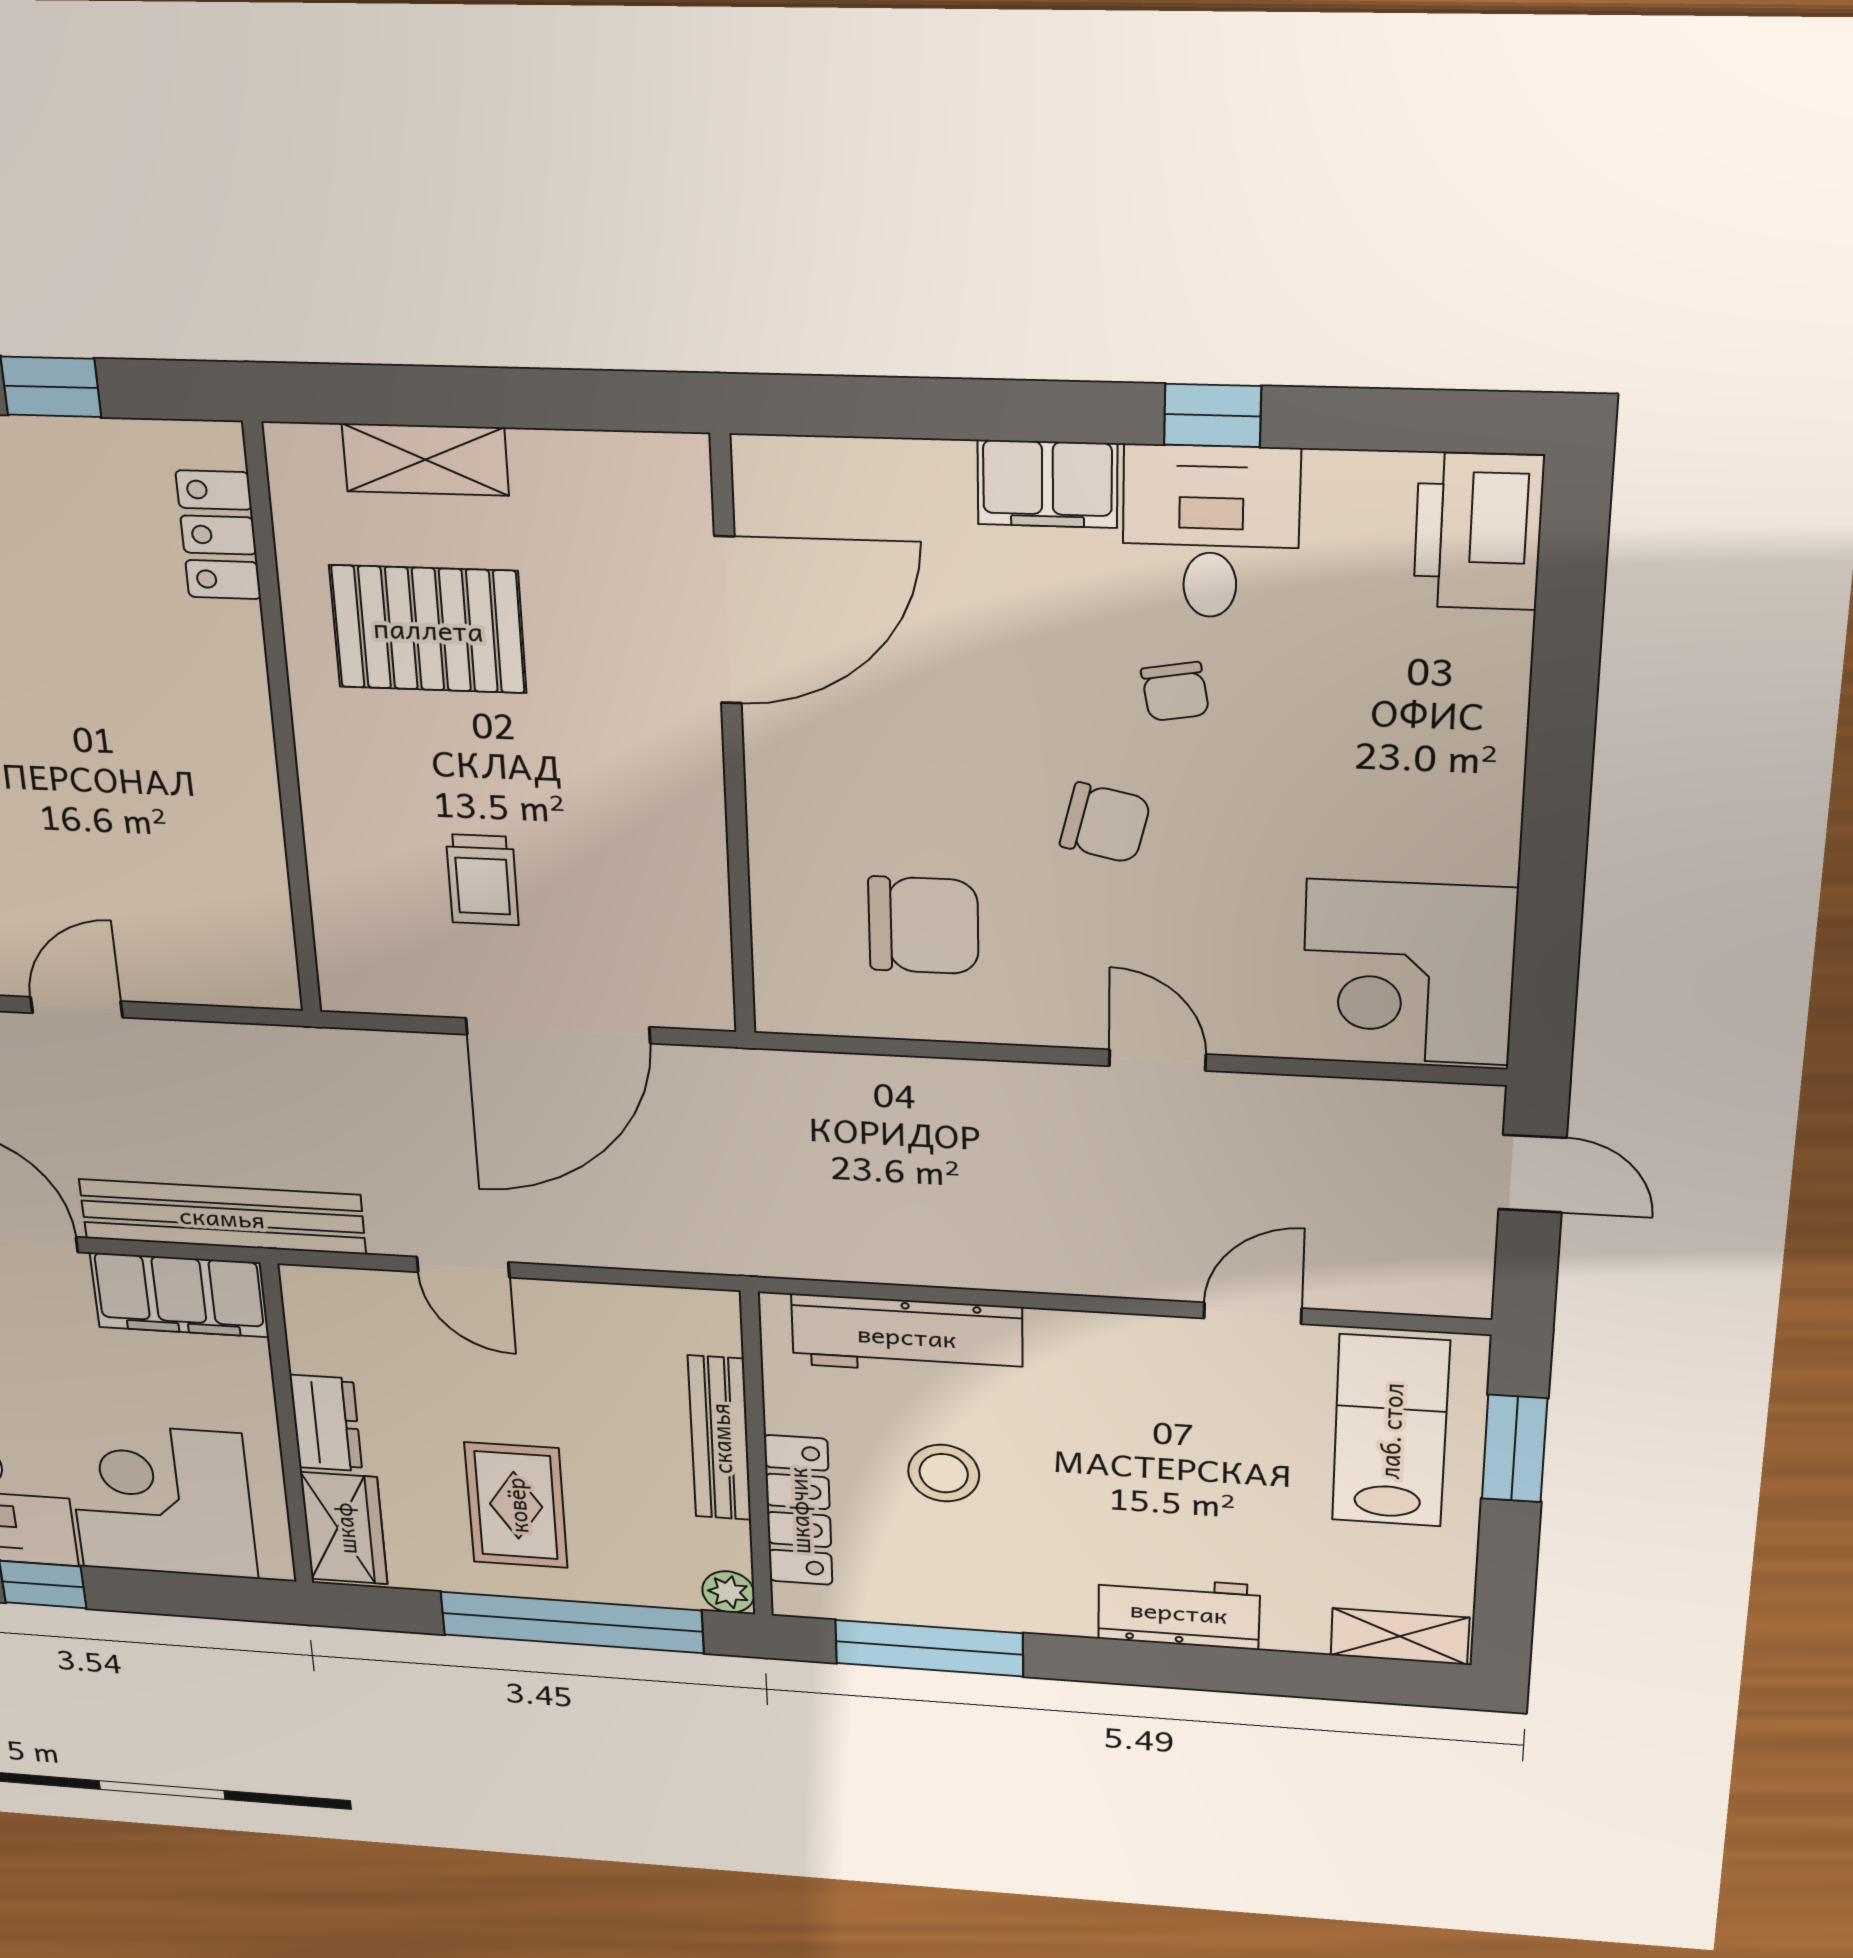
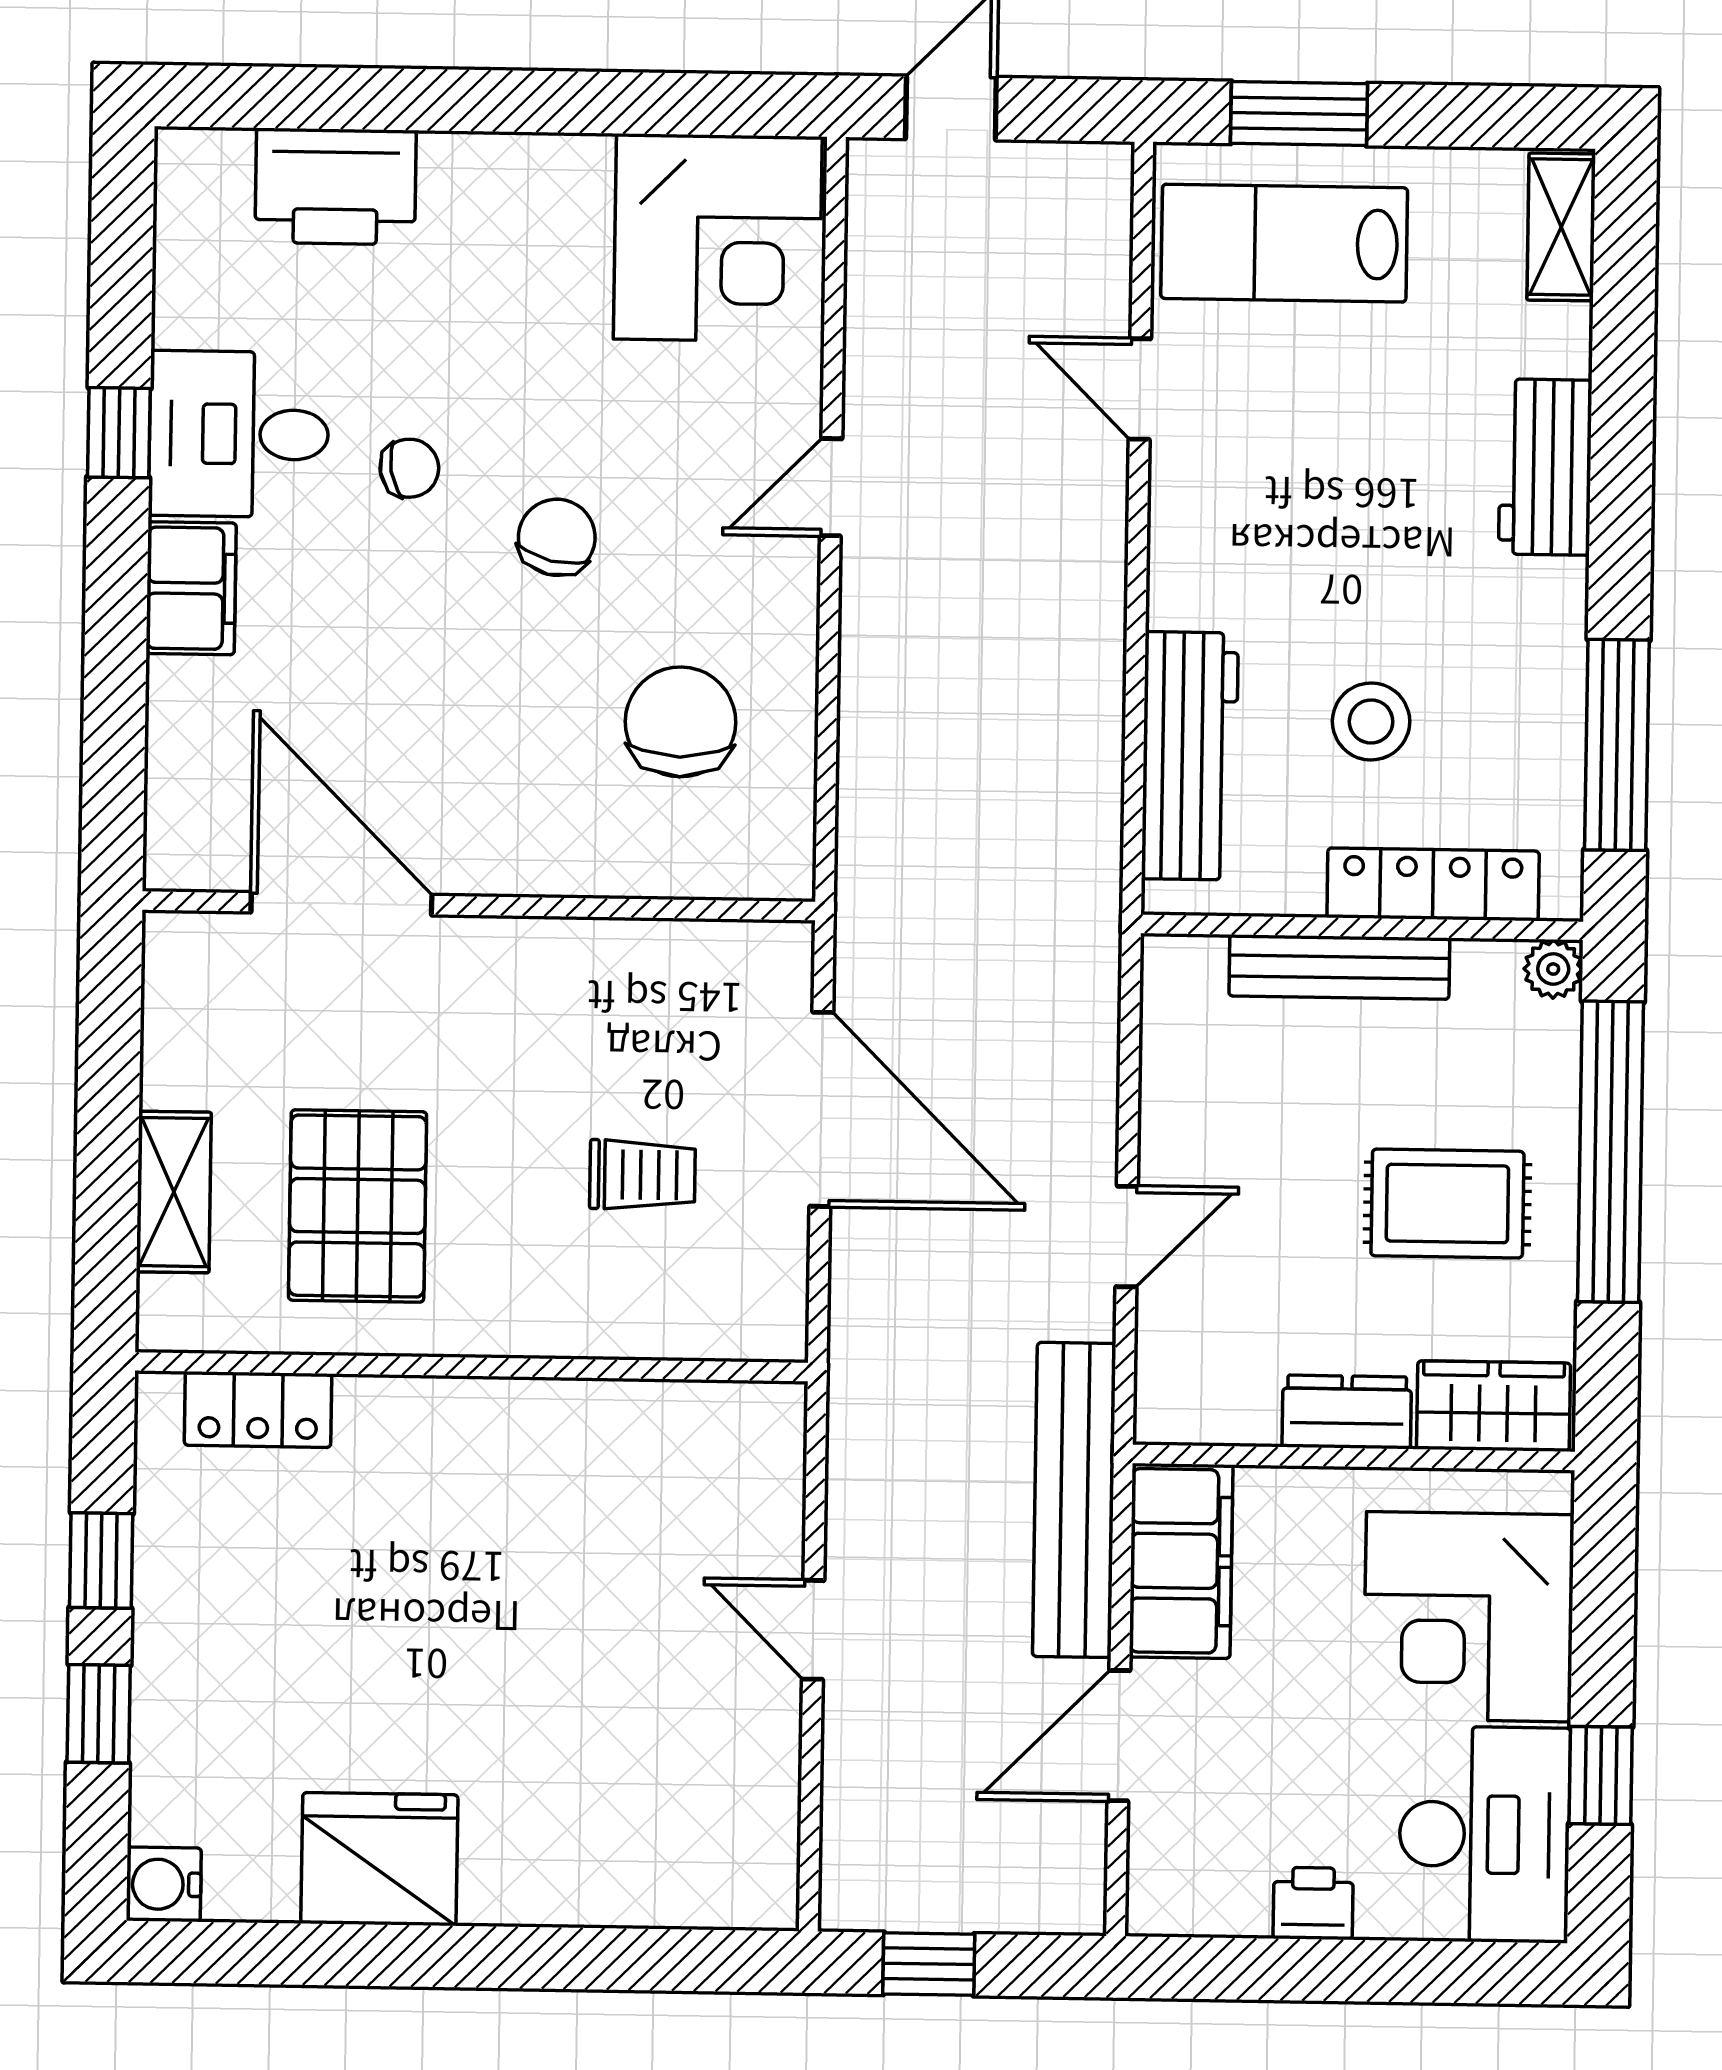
printer: (1478, 532) -> (336, 186), moved

